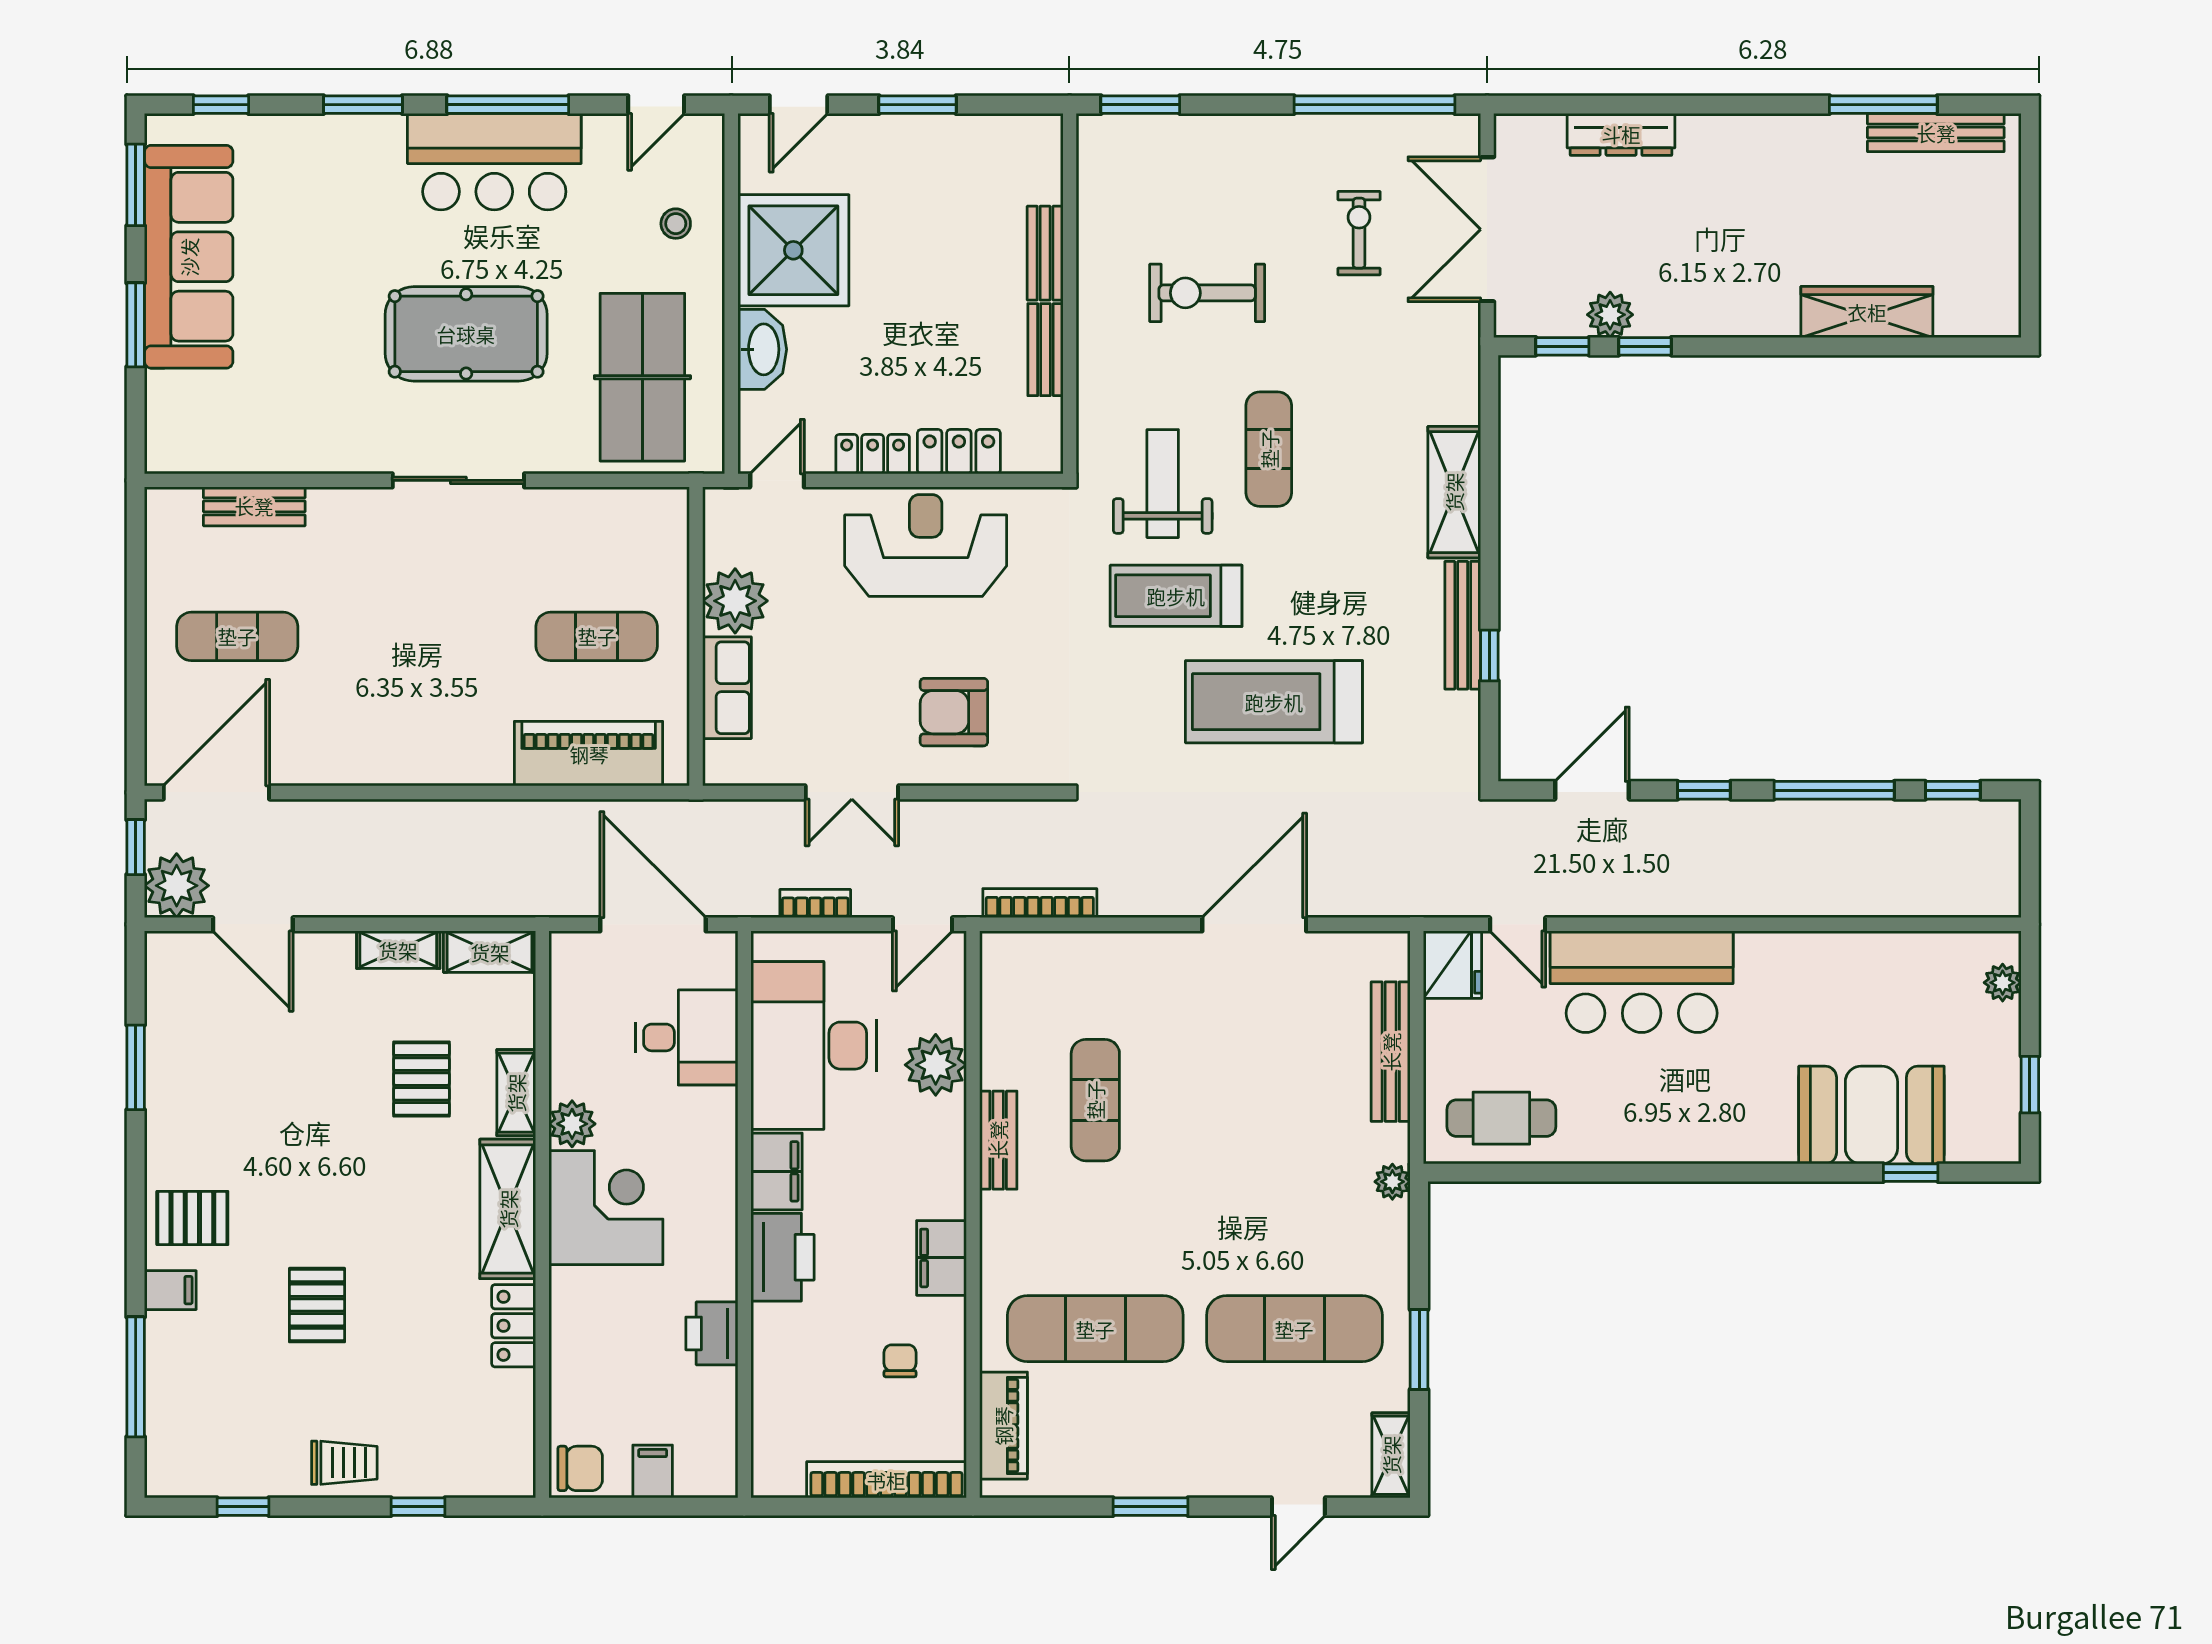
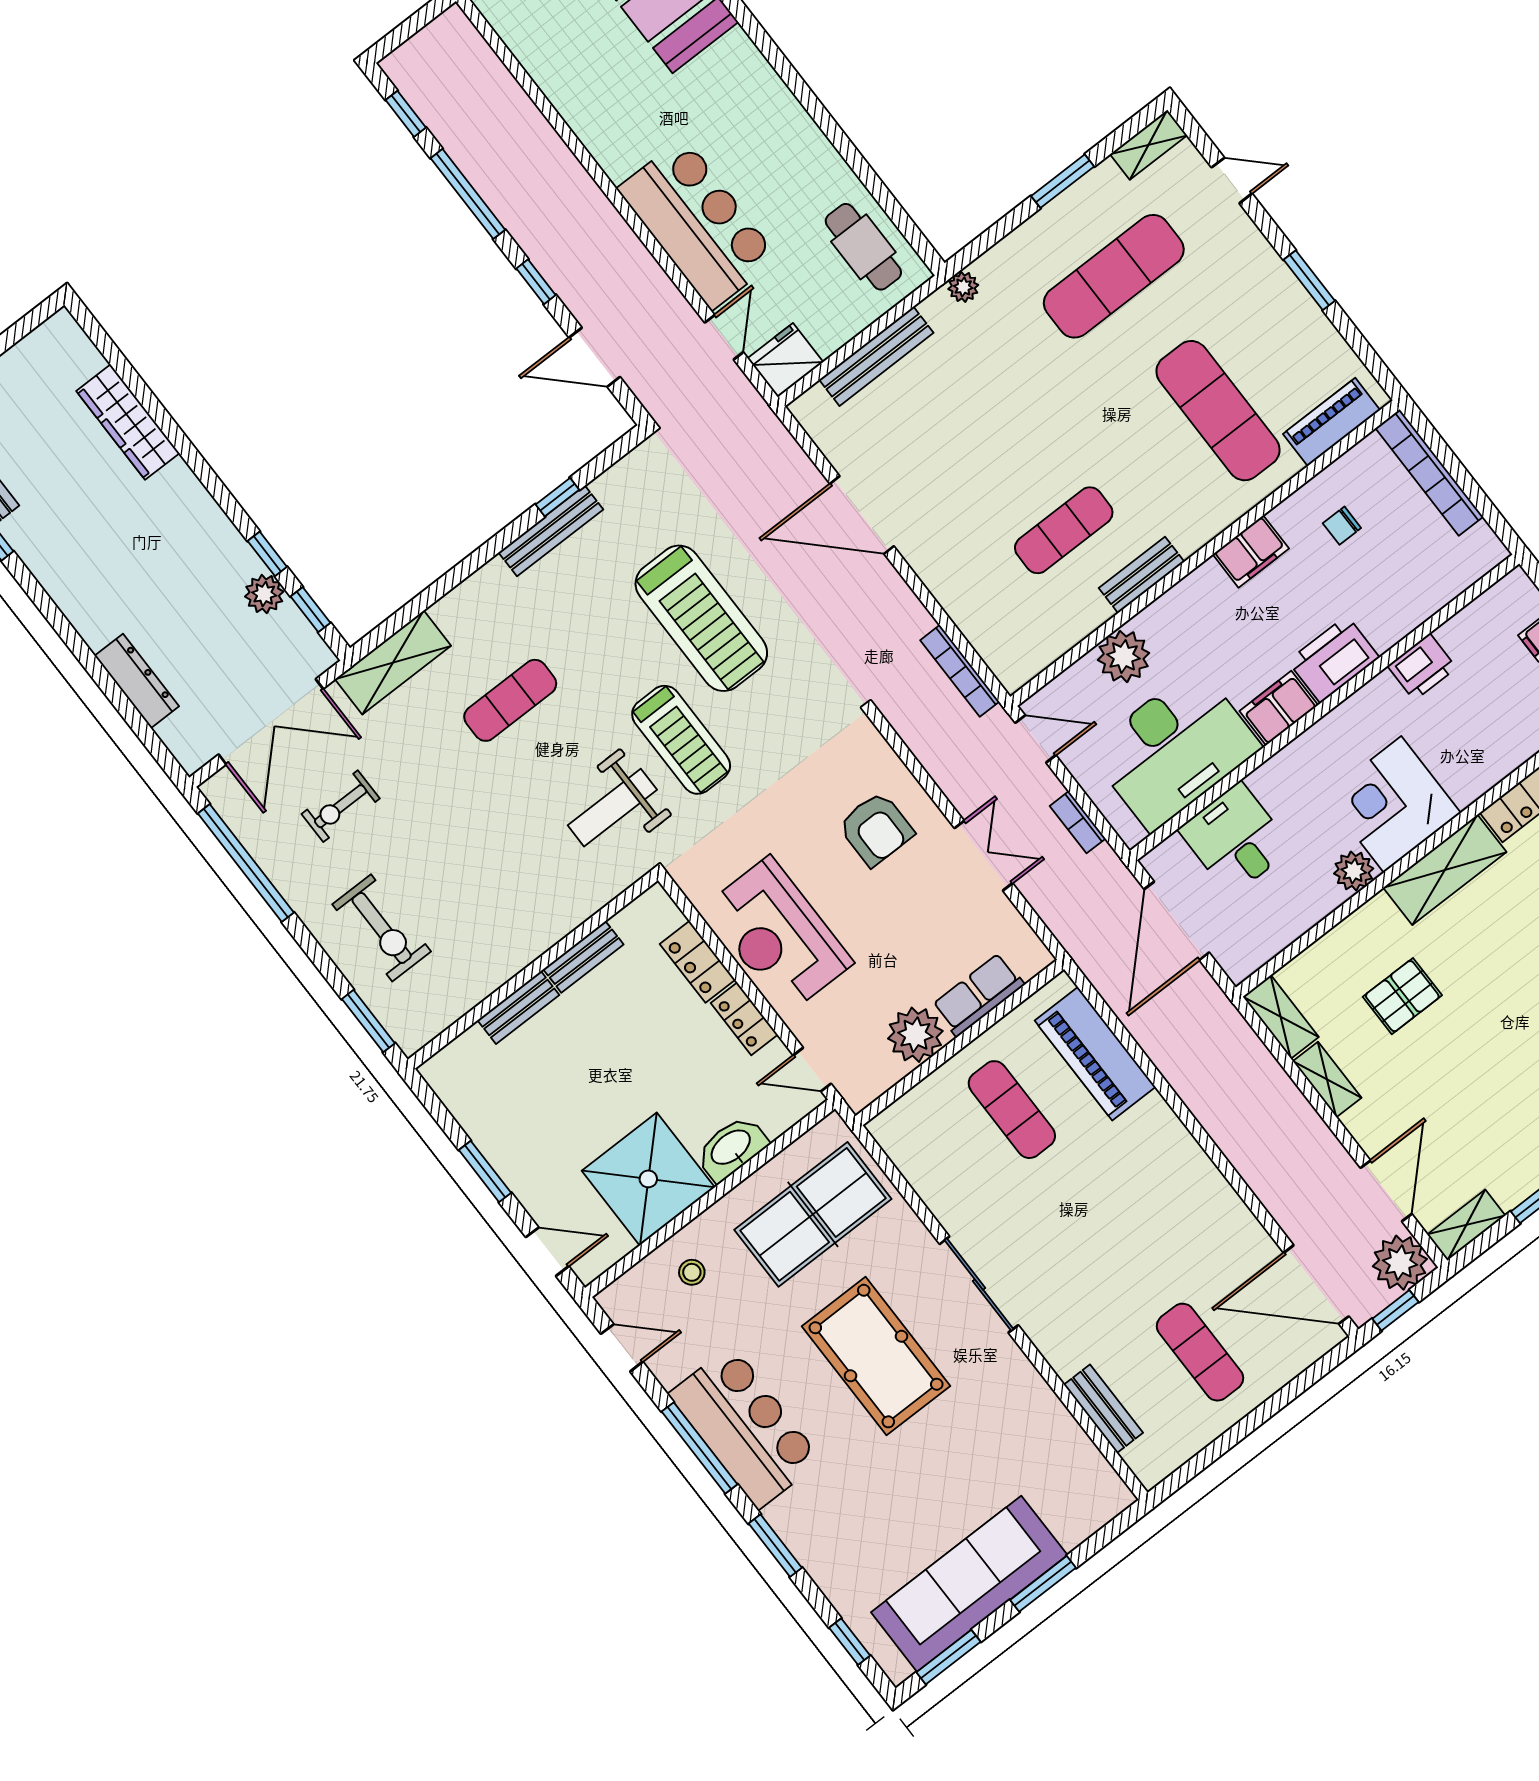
exercise bike: (1207, 293) -> (382, 928), moved
exercise mat: (1269, 449) -> (510, 700), moved
shelving: (1454, 492) -> (393, 662), moved
shelving: (516, 1093) -> (1466, 1225), moved
exercise mat: (1294, 1329) -> (1114, 276), turned 90

